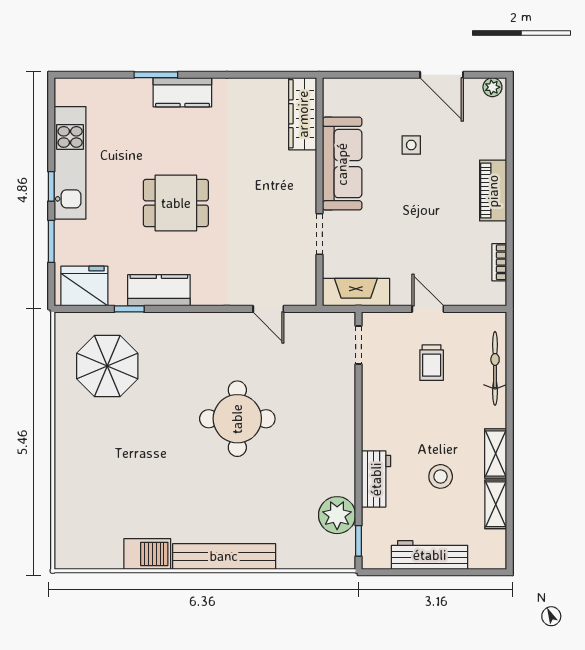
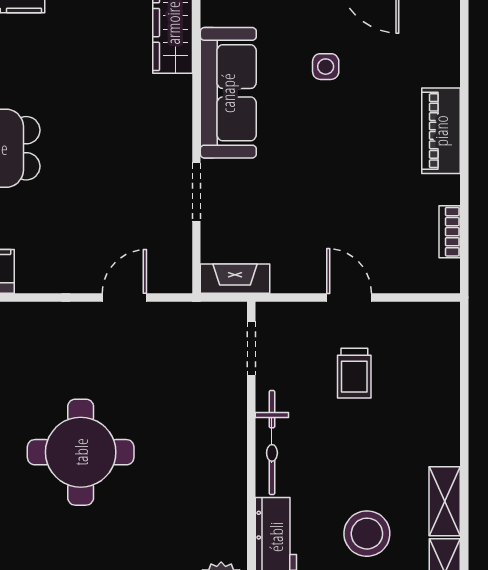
fireplace: (356, 292) -> (235, 279), width x0.73, depth x0.76
door: (268, 309) -> (124, 297), swing flipped
bicycle: (495, 368) -> (272, 443), moved, turned 180
stool: (441, 476) -> (367, 534), width x1.38, depth x1.38

